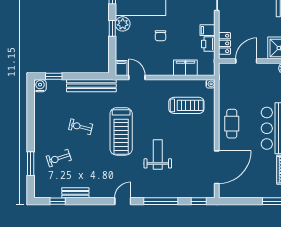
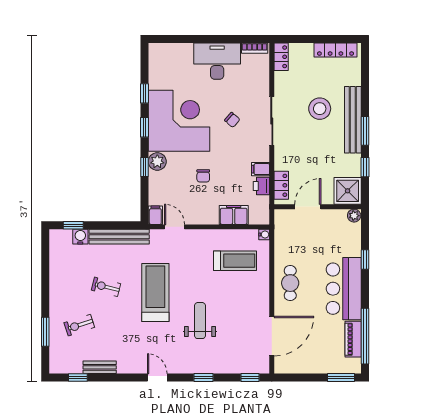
water cooler: (40, 86) -> (80, 237), moved
treadmill: (121, 131) -> (155, 292), turned 180
door: (123, 201) -> (157, 377), hinge flipped
window: (161, 201) -> (204, 377), width x0.46

